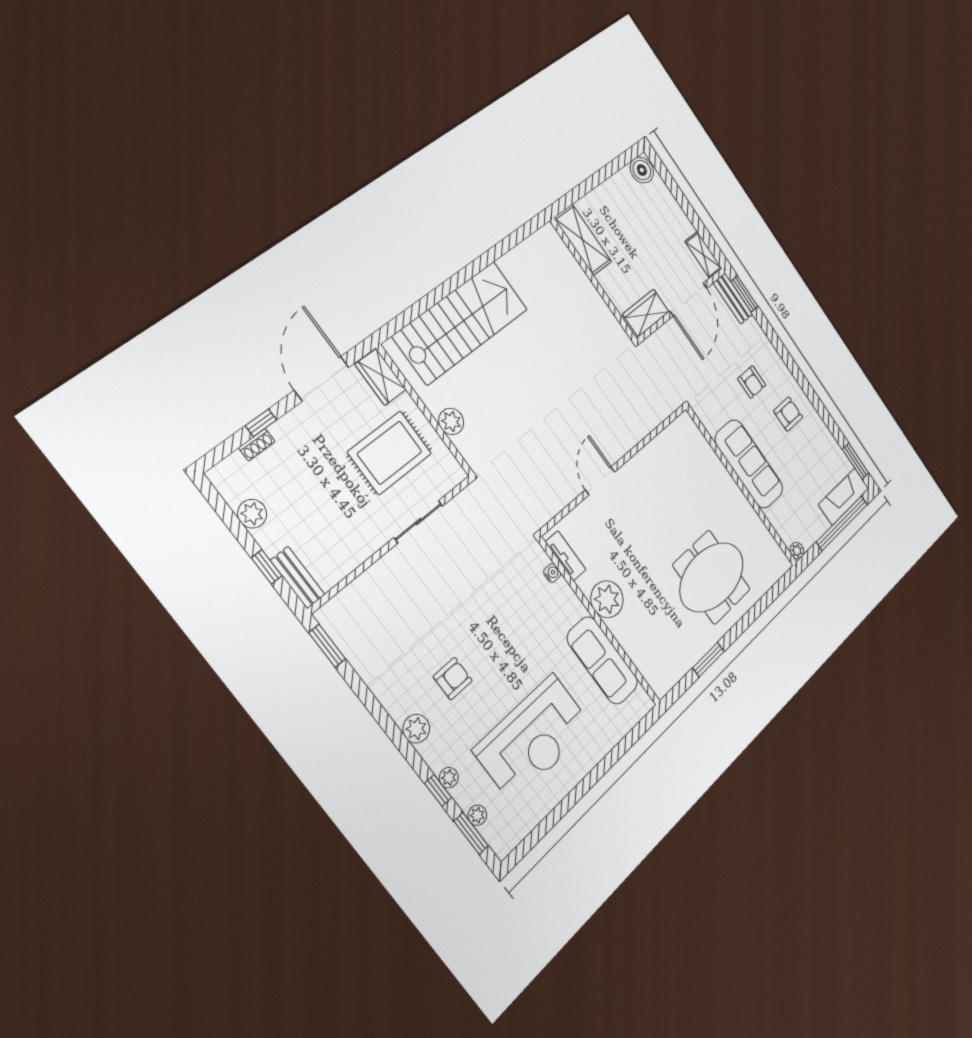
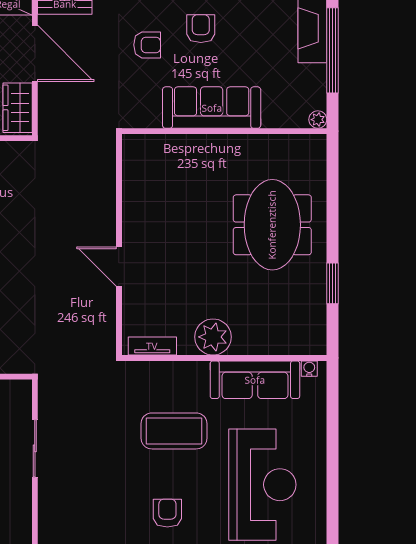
water cooler: (552, 573) -> (309, 369), moved
coffee table: (518, 628) -> (174, 431), added

